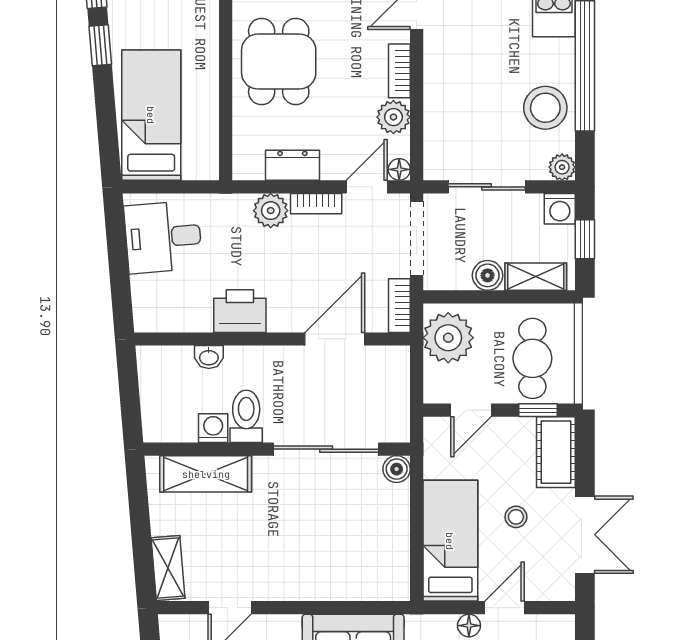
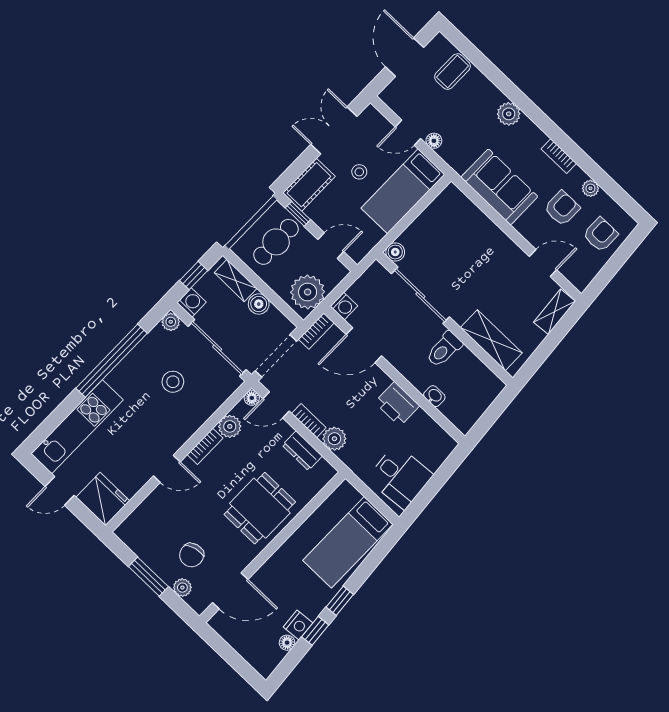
stool: (545, 108) -> (173, 382), moved, width x0.73, depth x0.73
sliding door: (487, 187) -> (217, 348), width x1.37
washing machine: (213, 428) -> (344, 306), moved, turned -90

